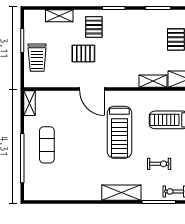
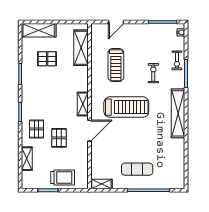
pallet: (94, 27) -> (36, 129), turned 90
shelving: (153, 81) -> (83, 104), moved
shelving: (121, 193) -> (178, 113), width x1.47

